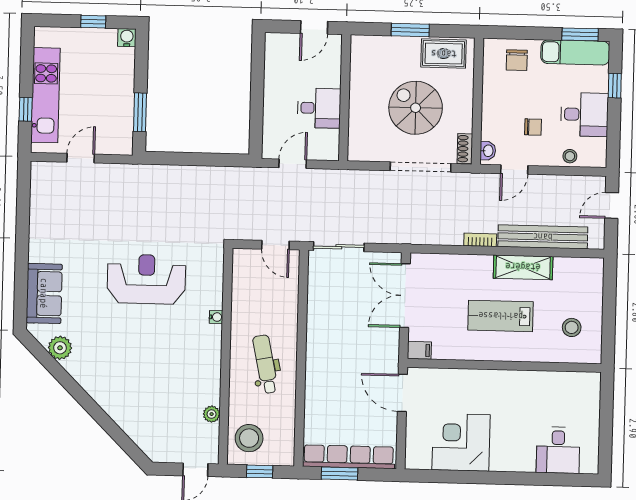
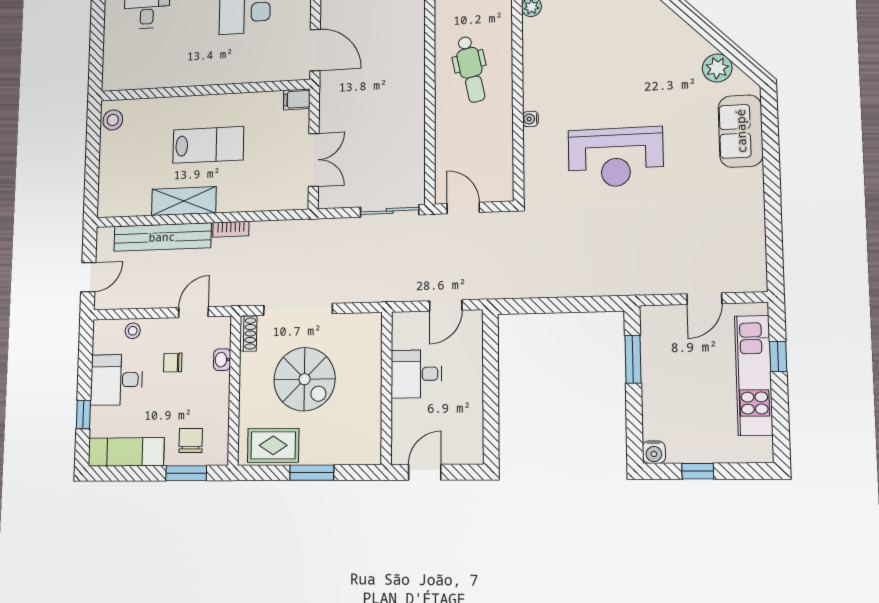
window: (580, 34) -> (186, 473), moved
washbasin: (488, 151) -> (222, 360), moved
double door: (405, 296) -> (314, 160), width x0.73
stool: (572, 327) -> (113, 120), moved

